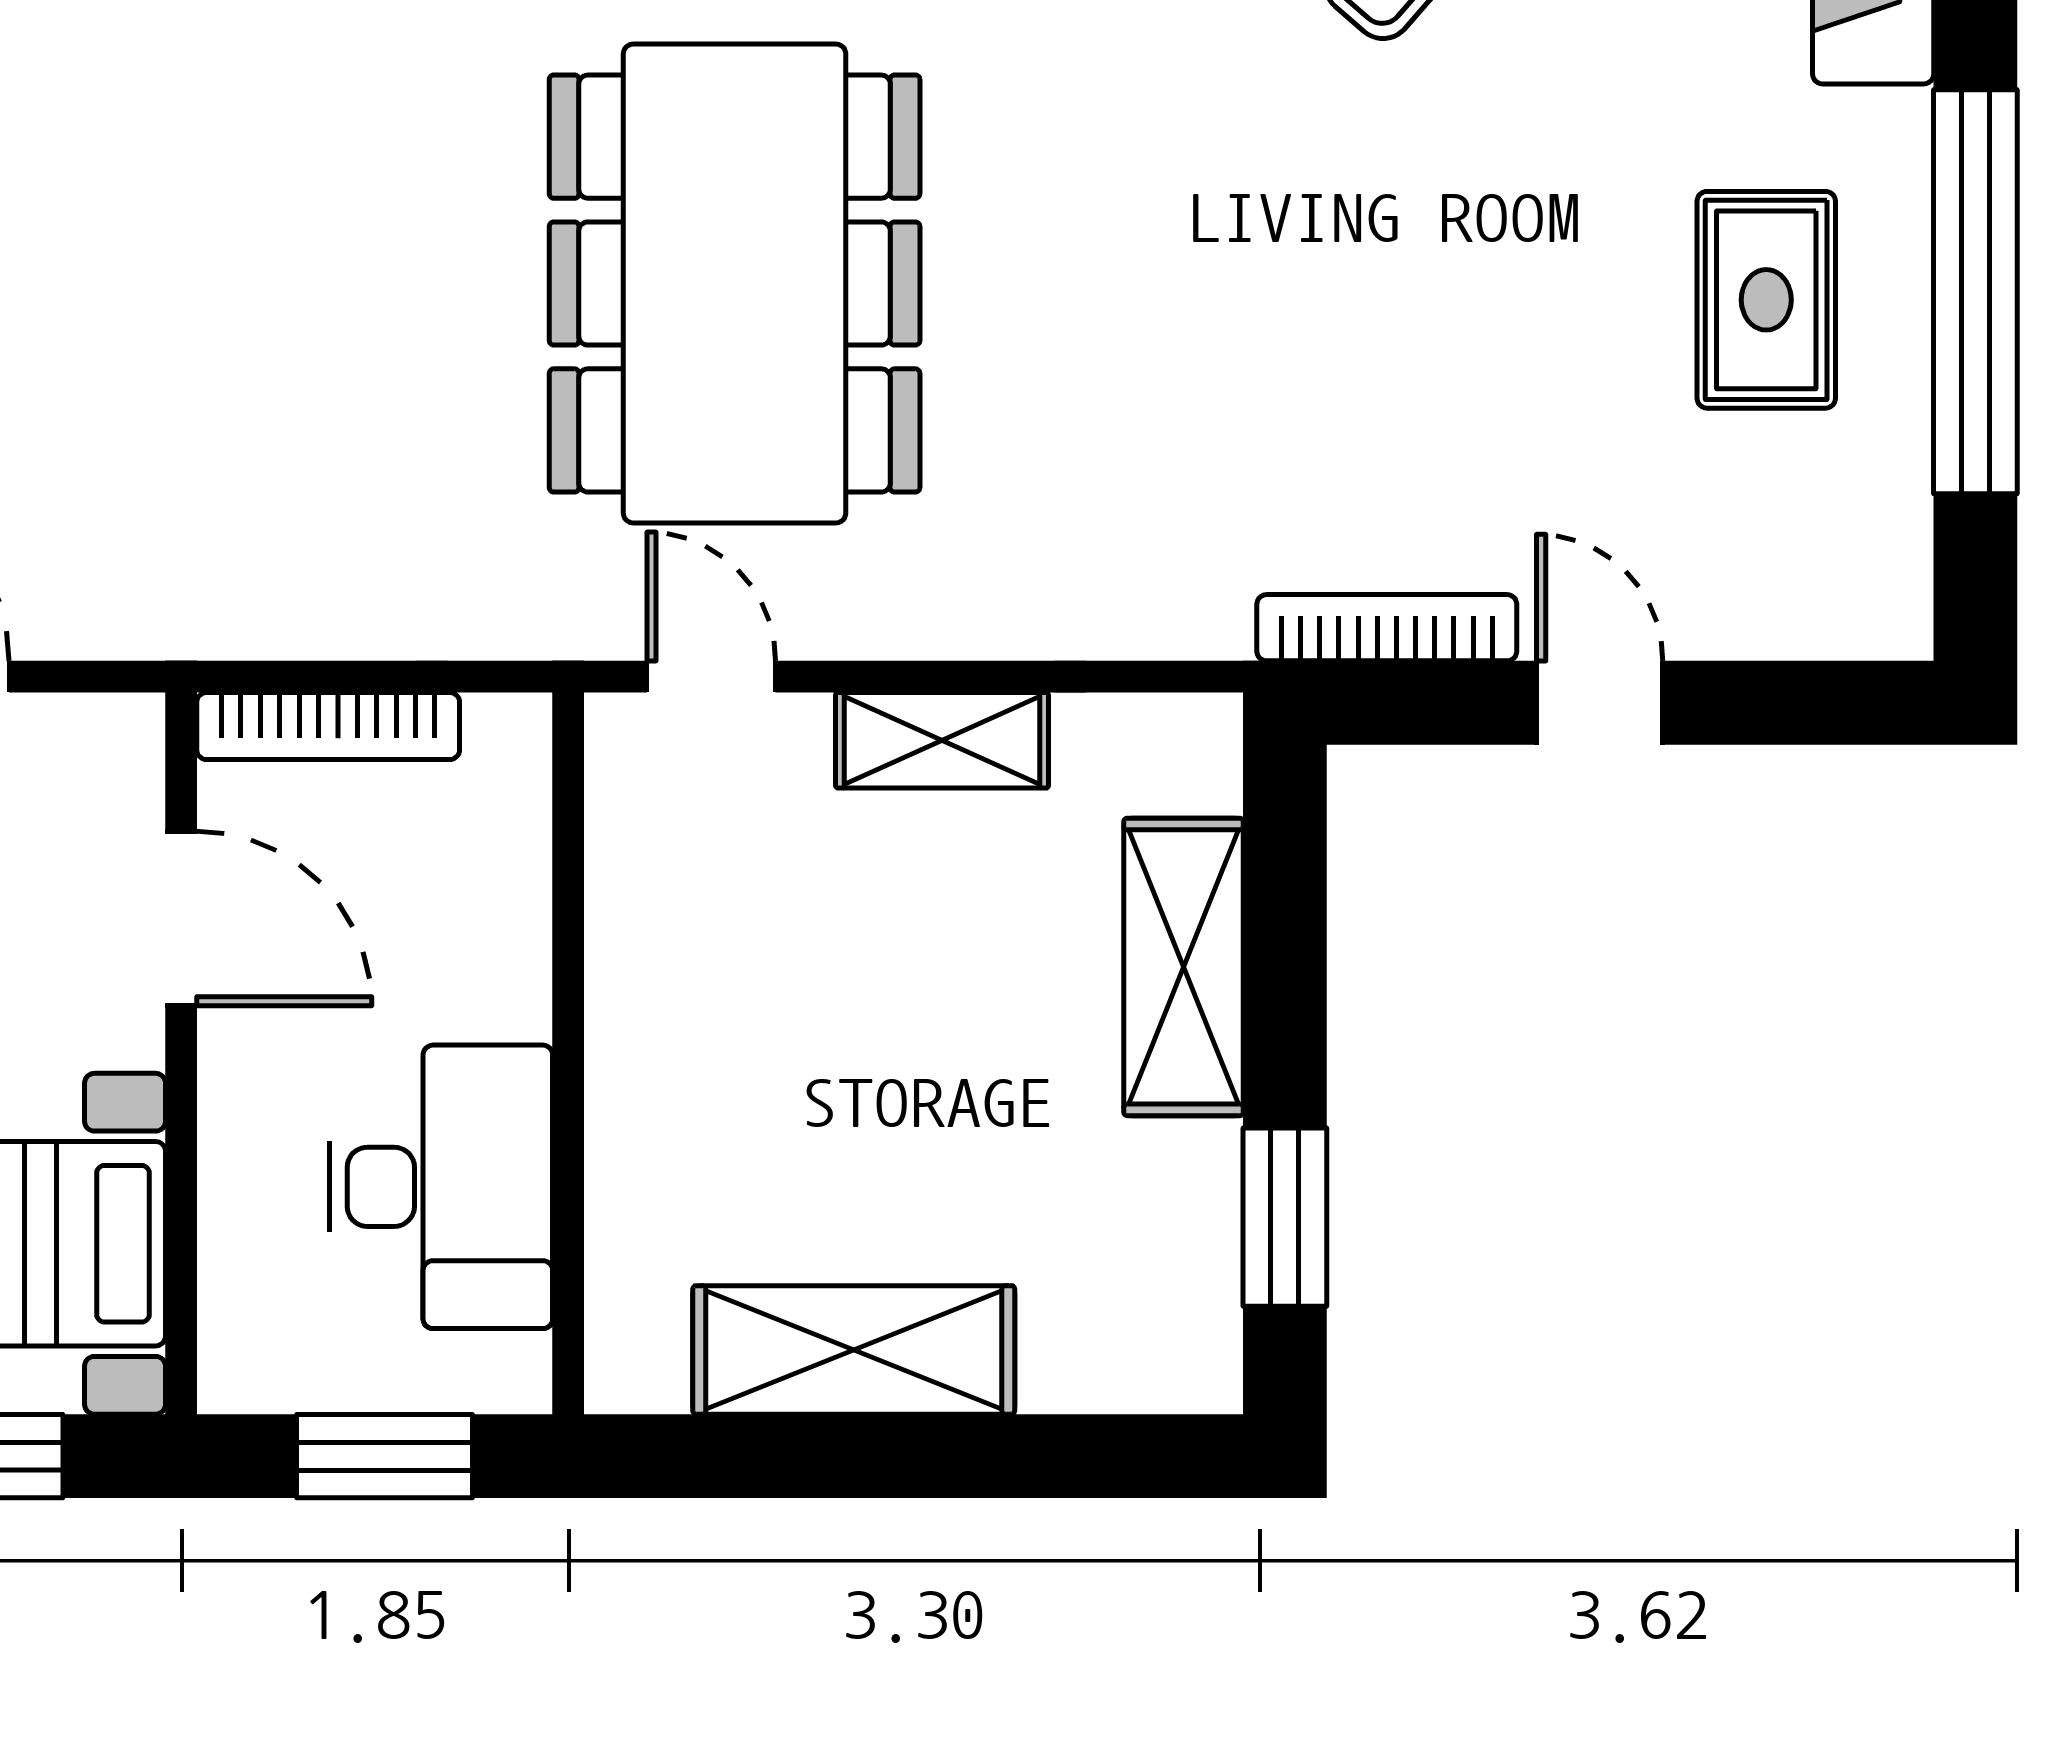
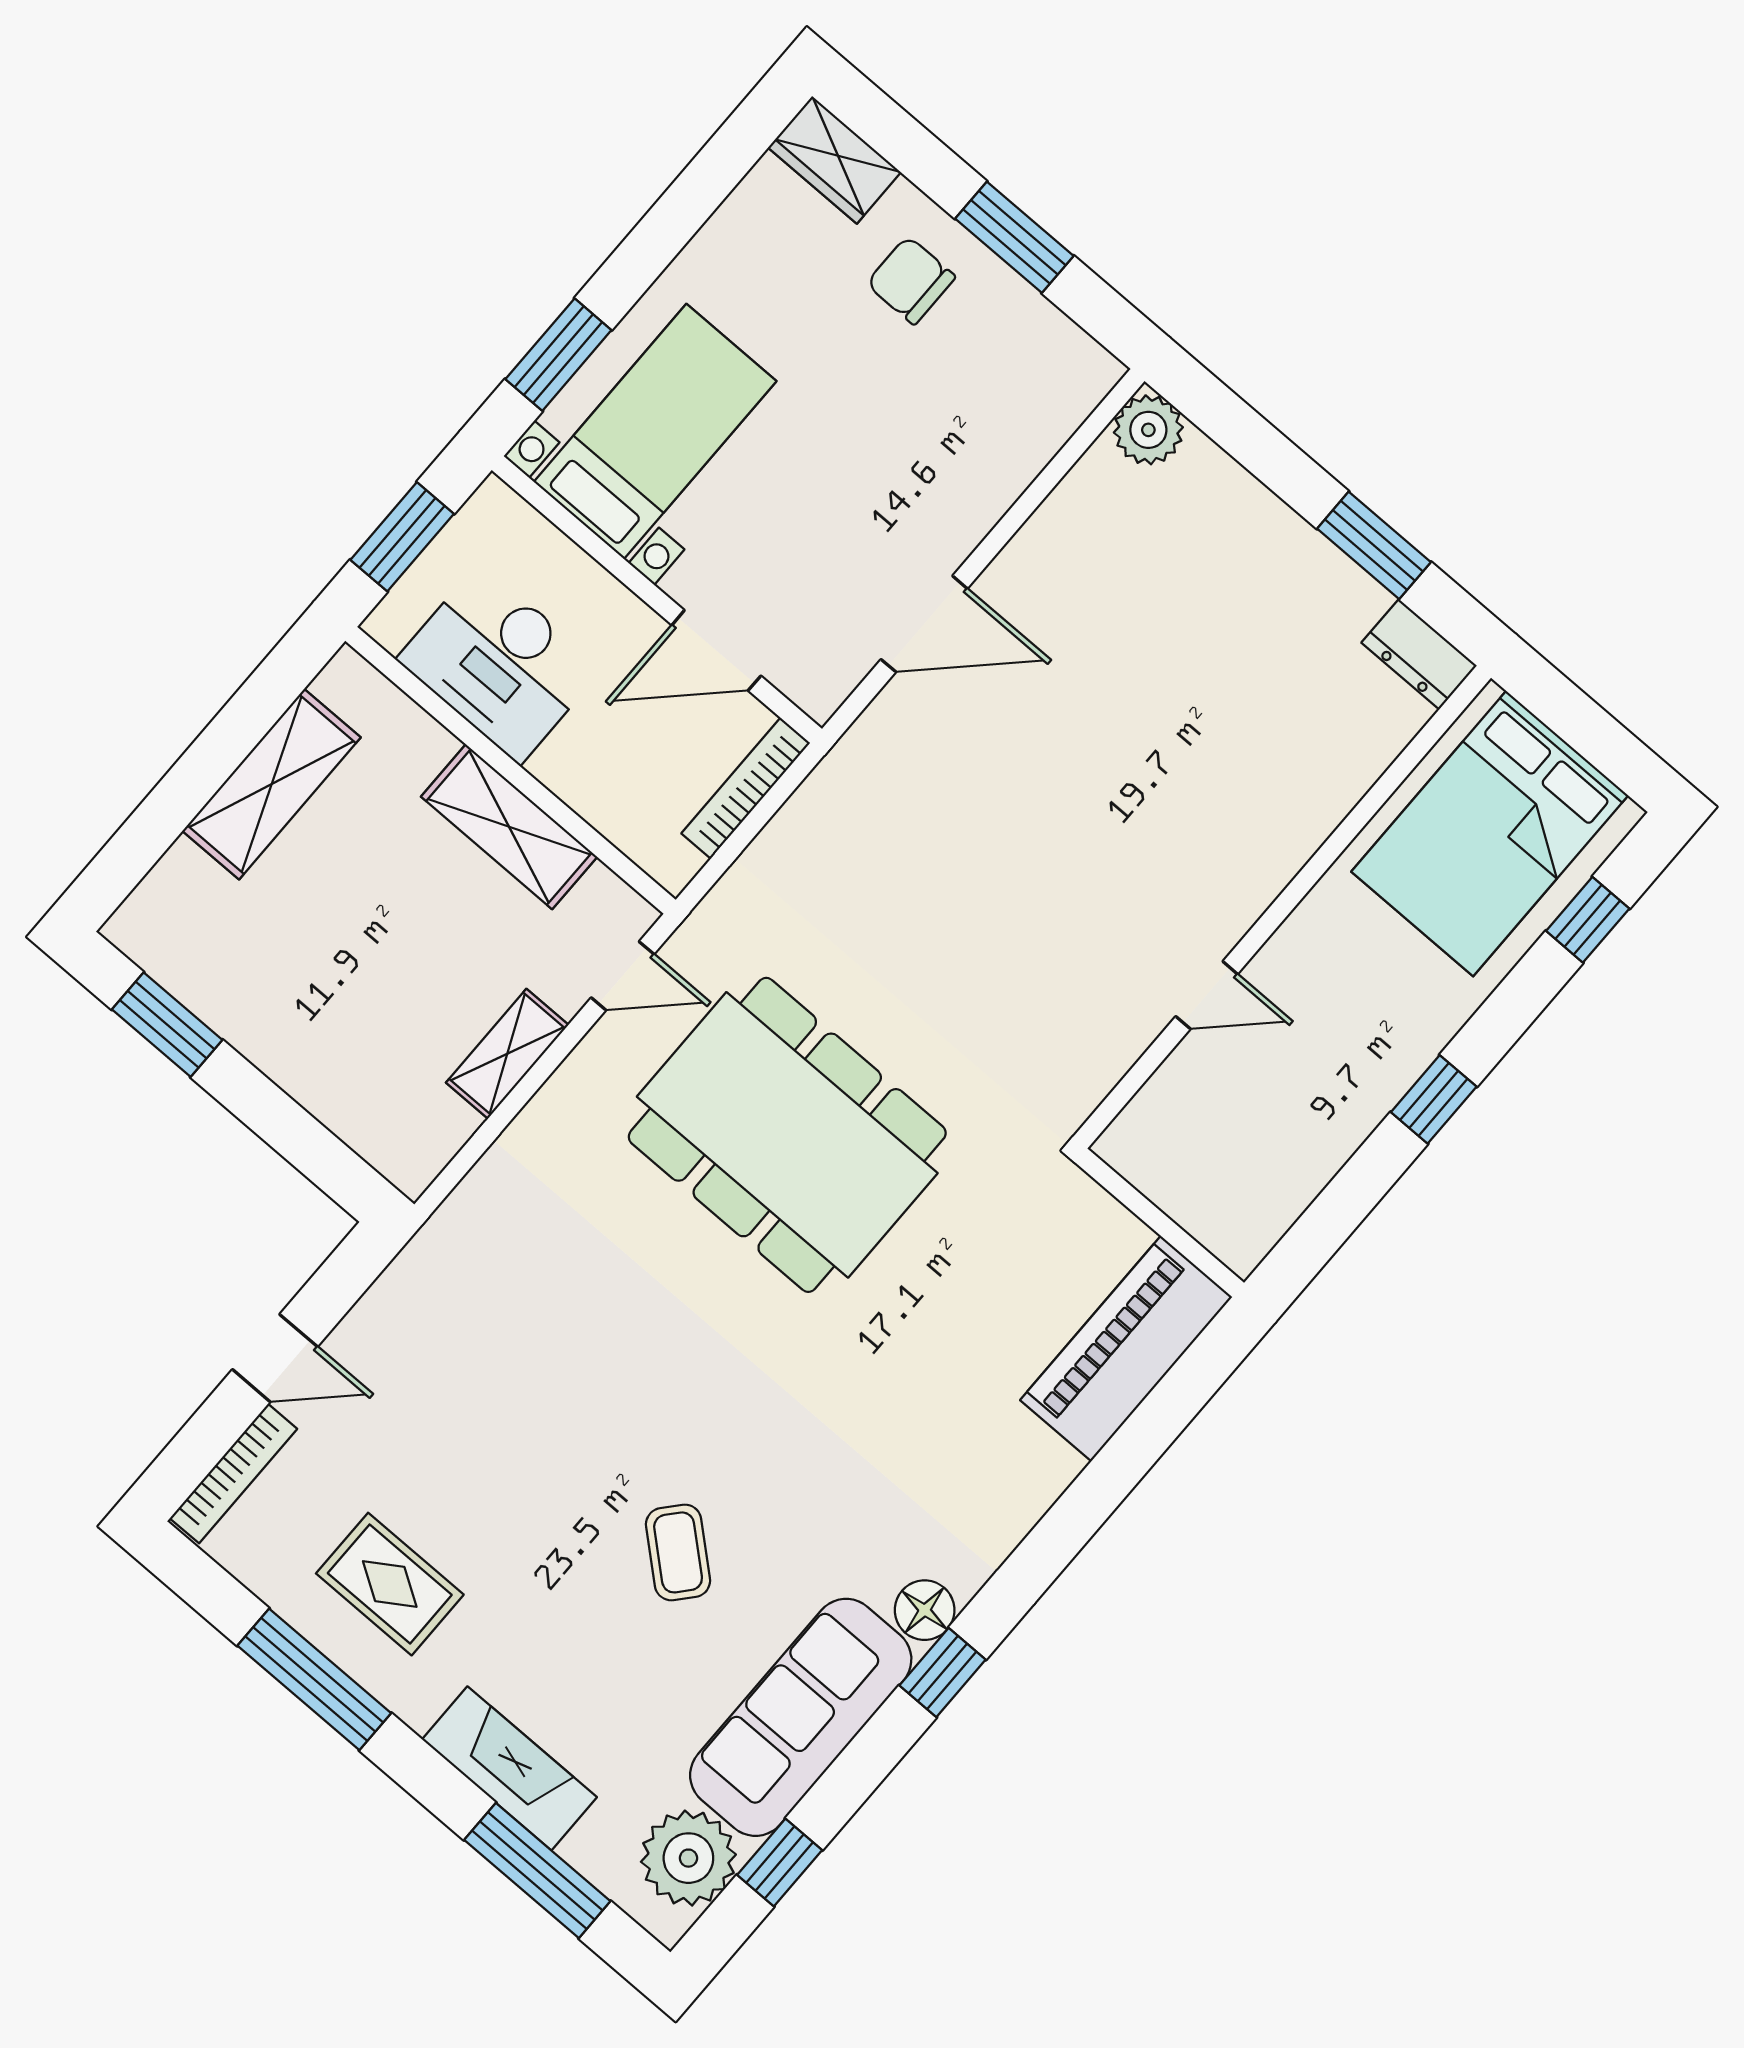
window: (1975, 292) -> (314, 1679), width x0.68
bookcase: (1387, 628) -> (233, 1474), moved
shelving: (1183, 967) -> (509, 827), moved

